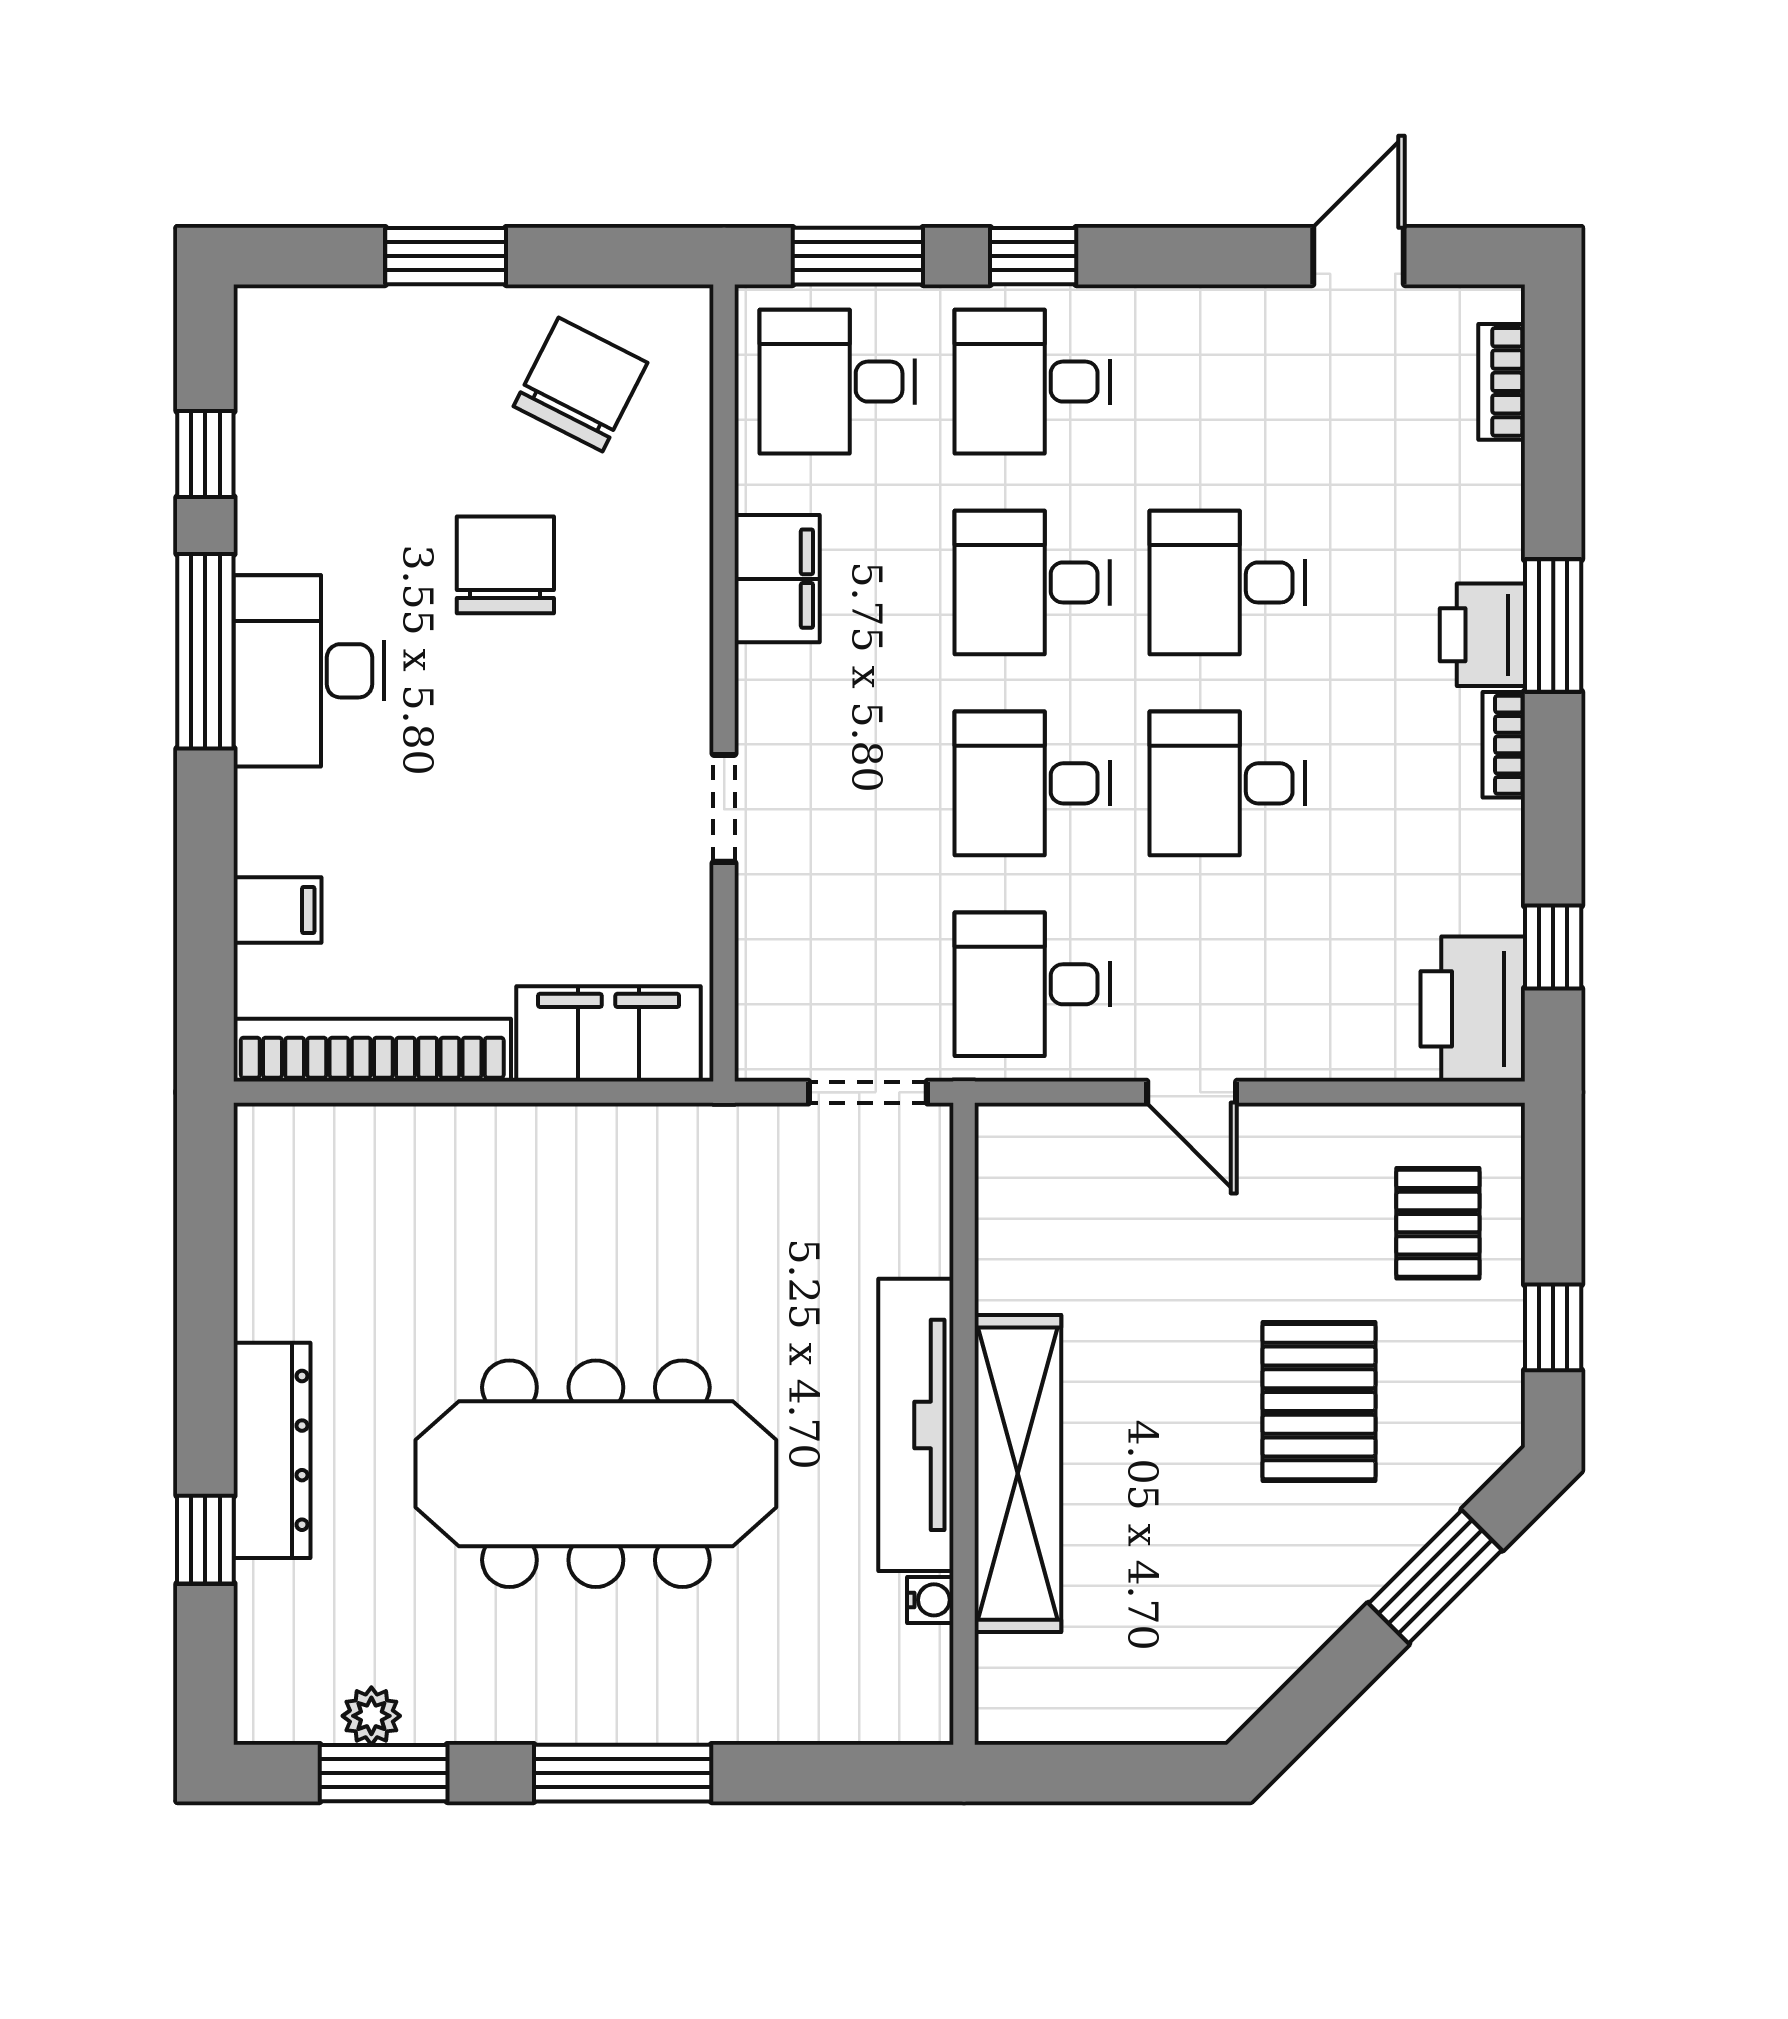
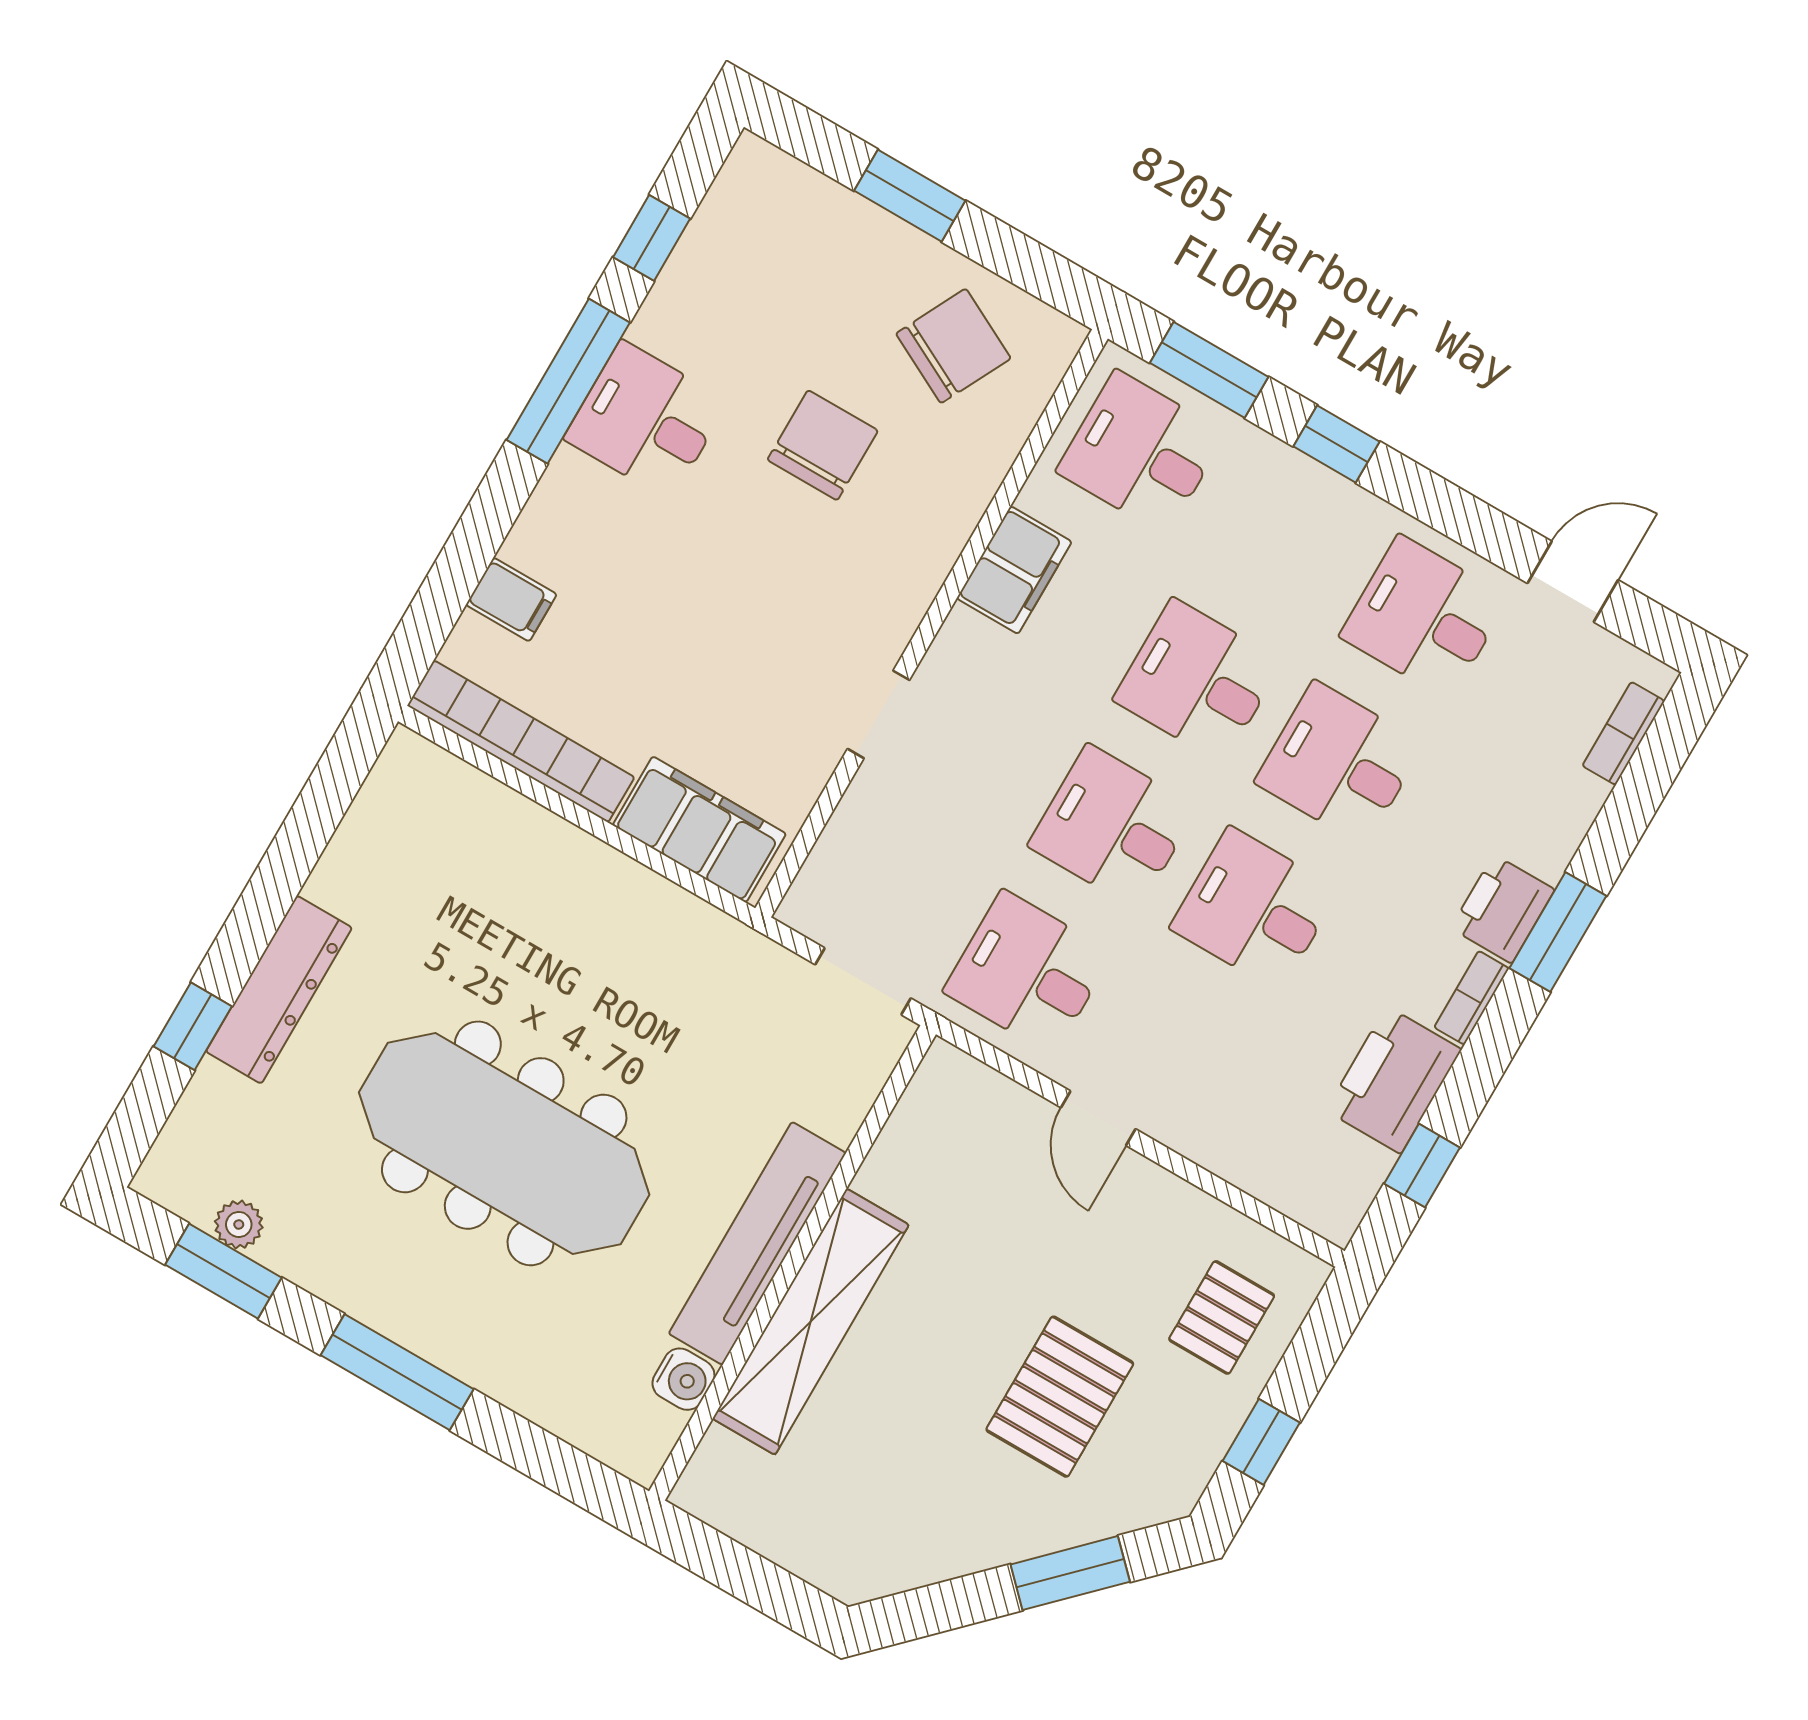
desk: (1032, 382) -> (1424, 617), moved
desk: (309, 671) -> (646, 420), width x0.73
printer: (1473, 1009) -> (1394, 1080), moved
water cooler: (930, 1600) -> (683, 1379), width x1.38, depth x1.38

